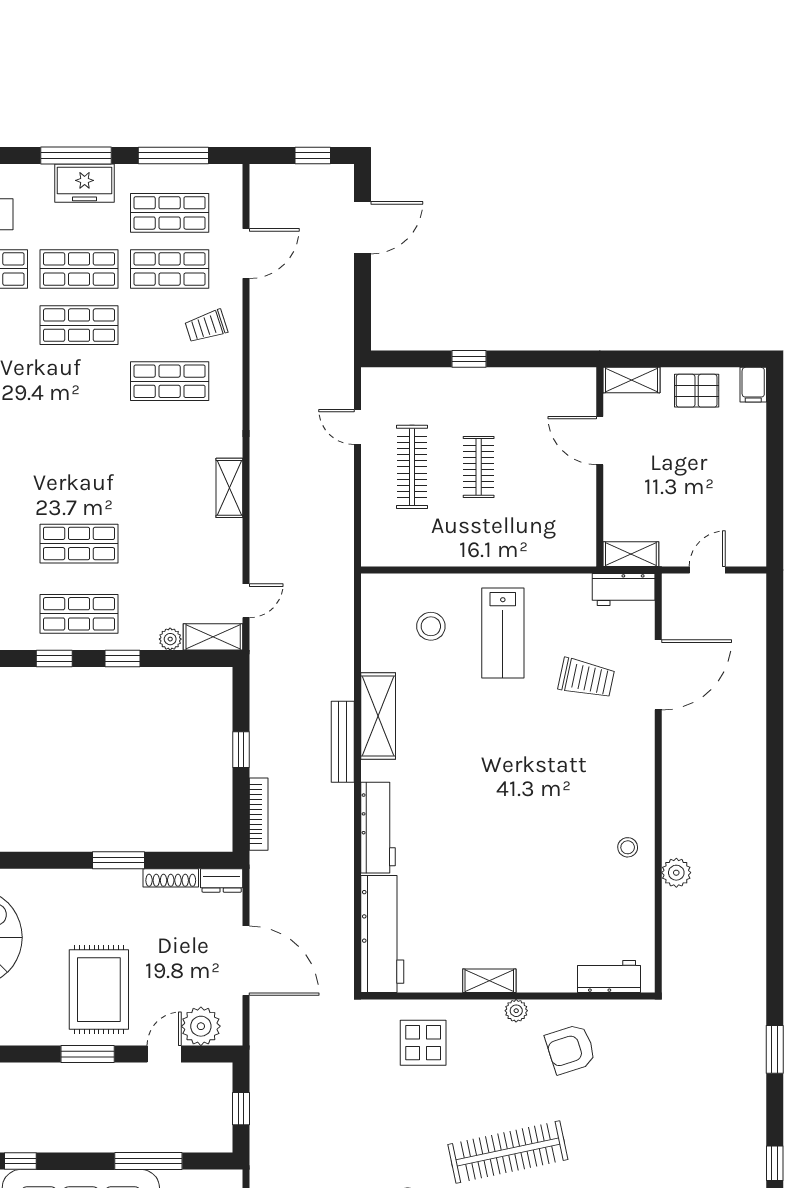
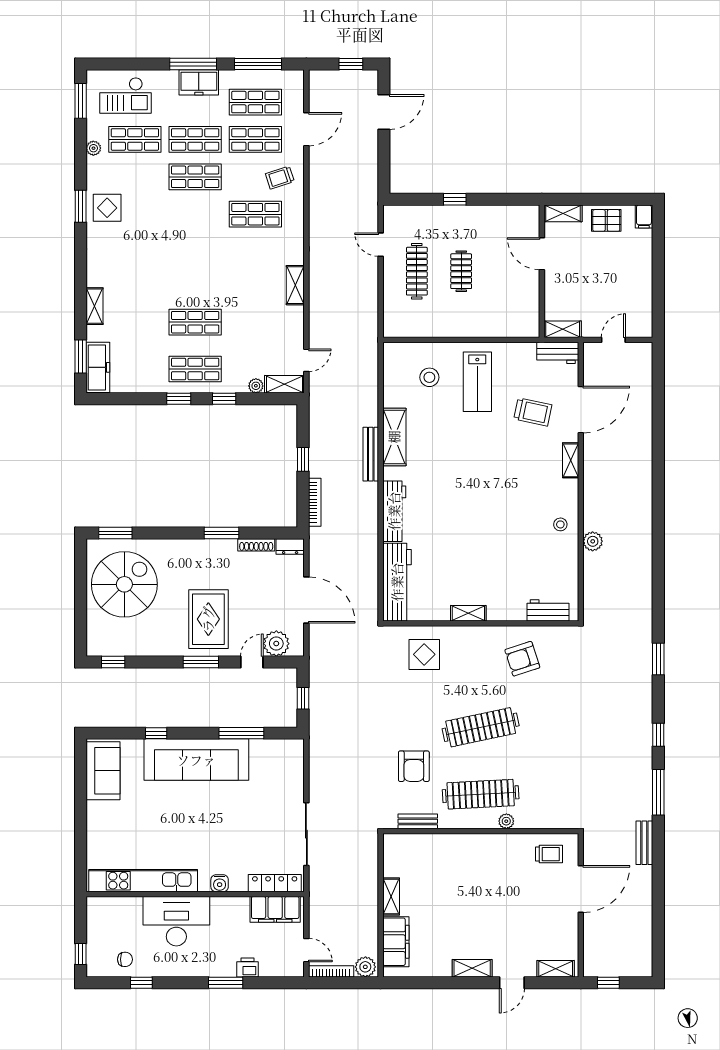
shelving: (643, 751) -> (571, 460), added
plant: (516, 1011) -> (486, 633), removed

